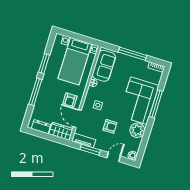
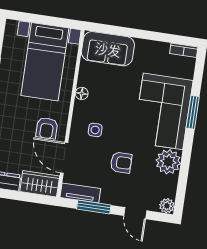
window: (132, 54) -> (140, 34), removed
sofa: (104, 66) -> (108, 49), moved, turned 90
window: (156, 104) -> (193, 112), width x0.69
door: (114, 157) -> (135, 213), swing flipped

